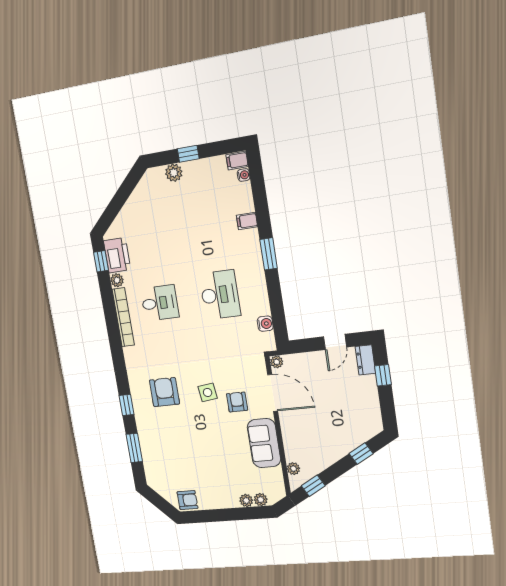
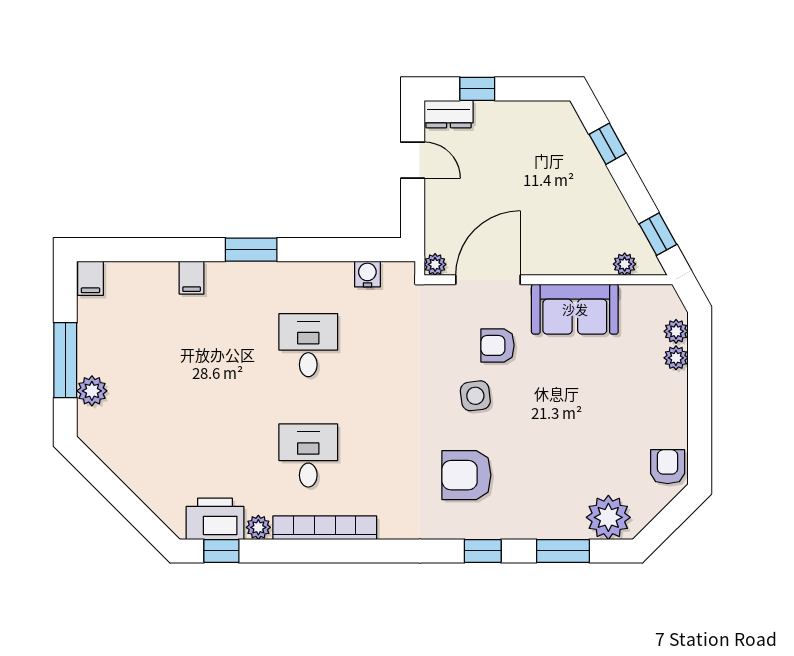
window: (188, 154) -> (65, 360), width x2.17
water cooler: (244, 175) -> (116, 271), removed
desk: (220, 295) -> (308, 345), width x0.73
plant: (156, 471) -> (608, 517), added

